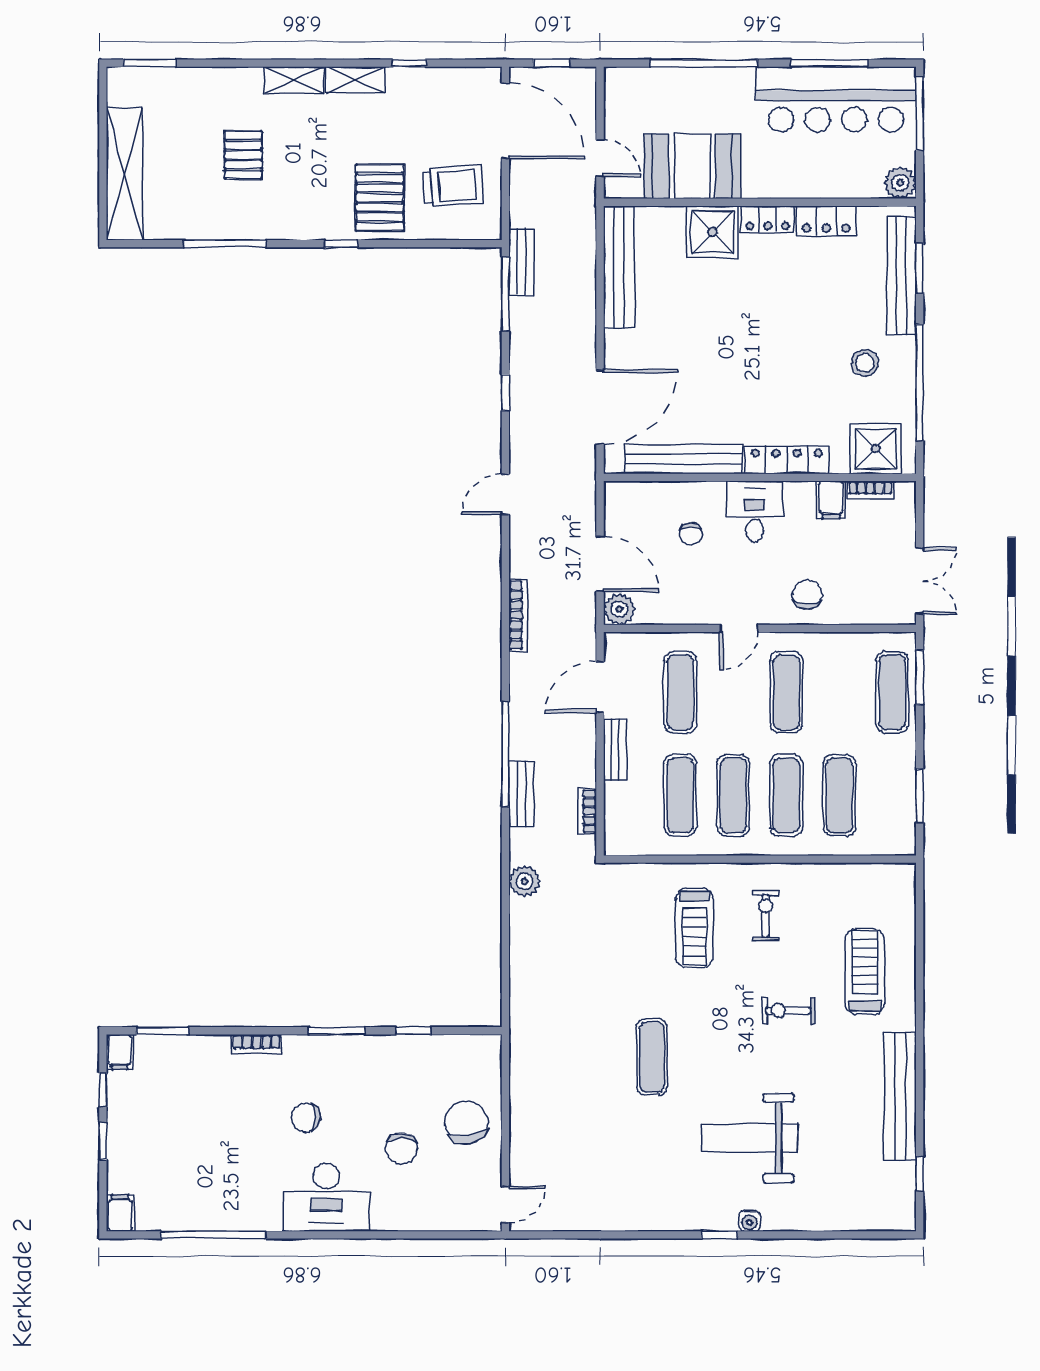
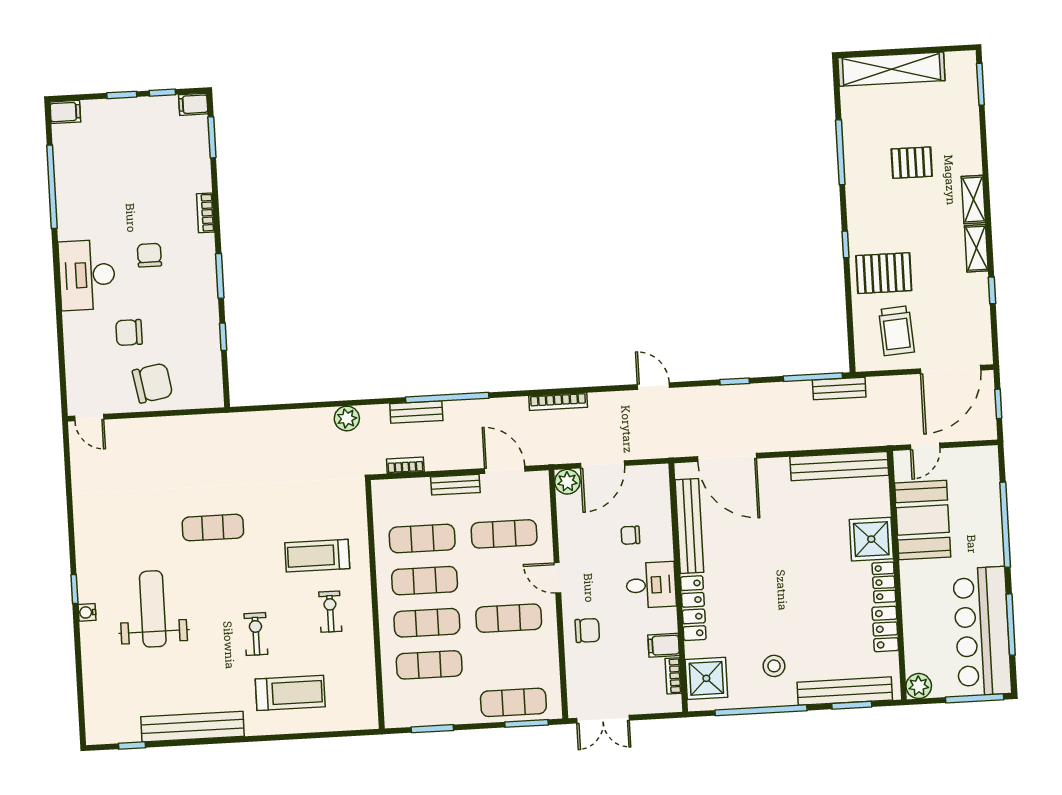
exercise bike: (766, 916) -> (330, 612), turned -90

